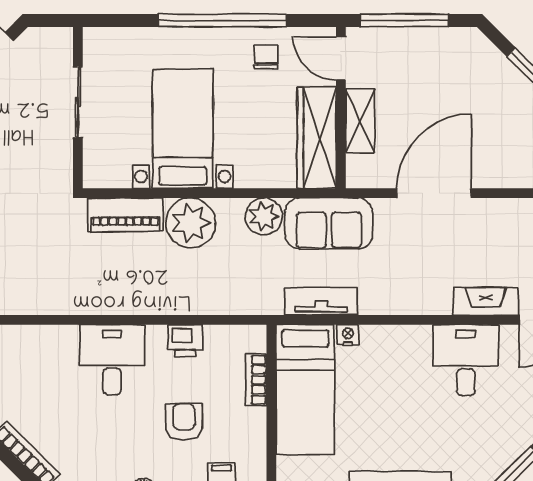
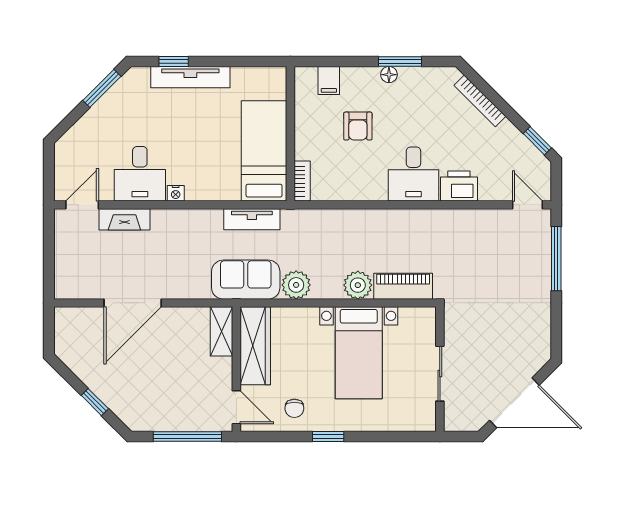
window: (222, 20) -> (328, 437), width x0.32
shelving: (360, 121) -> (222, 331), moved
door: (434, 193) -> (133, 303), moved
plant: (191, 223) -> (358, 285), width x0.73, depth x0.73
nightstand: (348, 335) -> (176, 193), moved
printer: (185, 340) -> (459, 186), moved, width x1.36, depth x1.24
bookcase: (256, 380) -> (302, 181), moved

